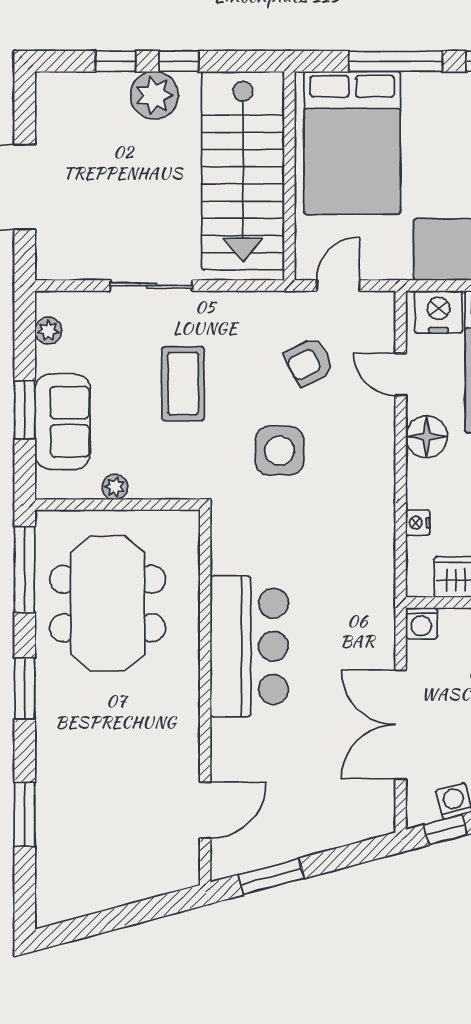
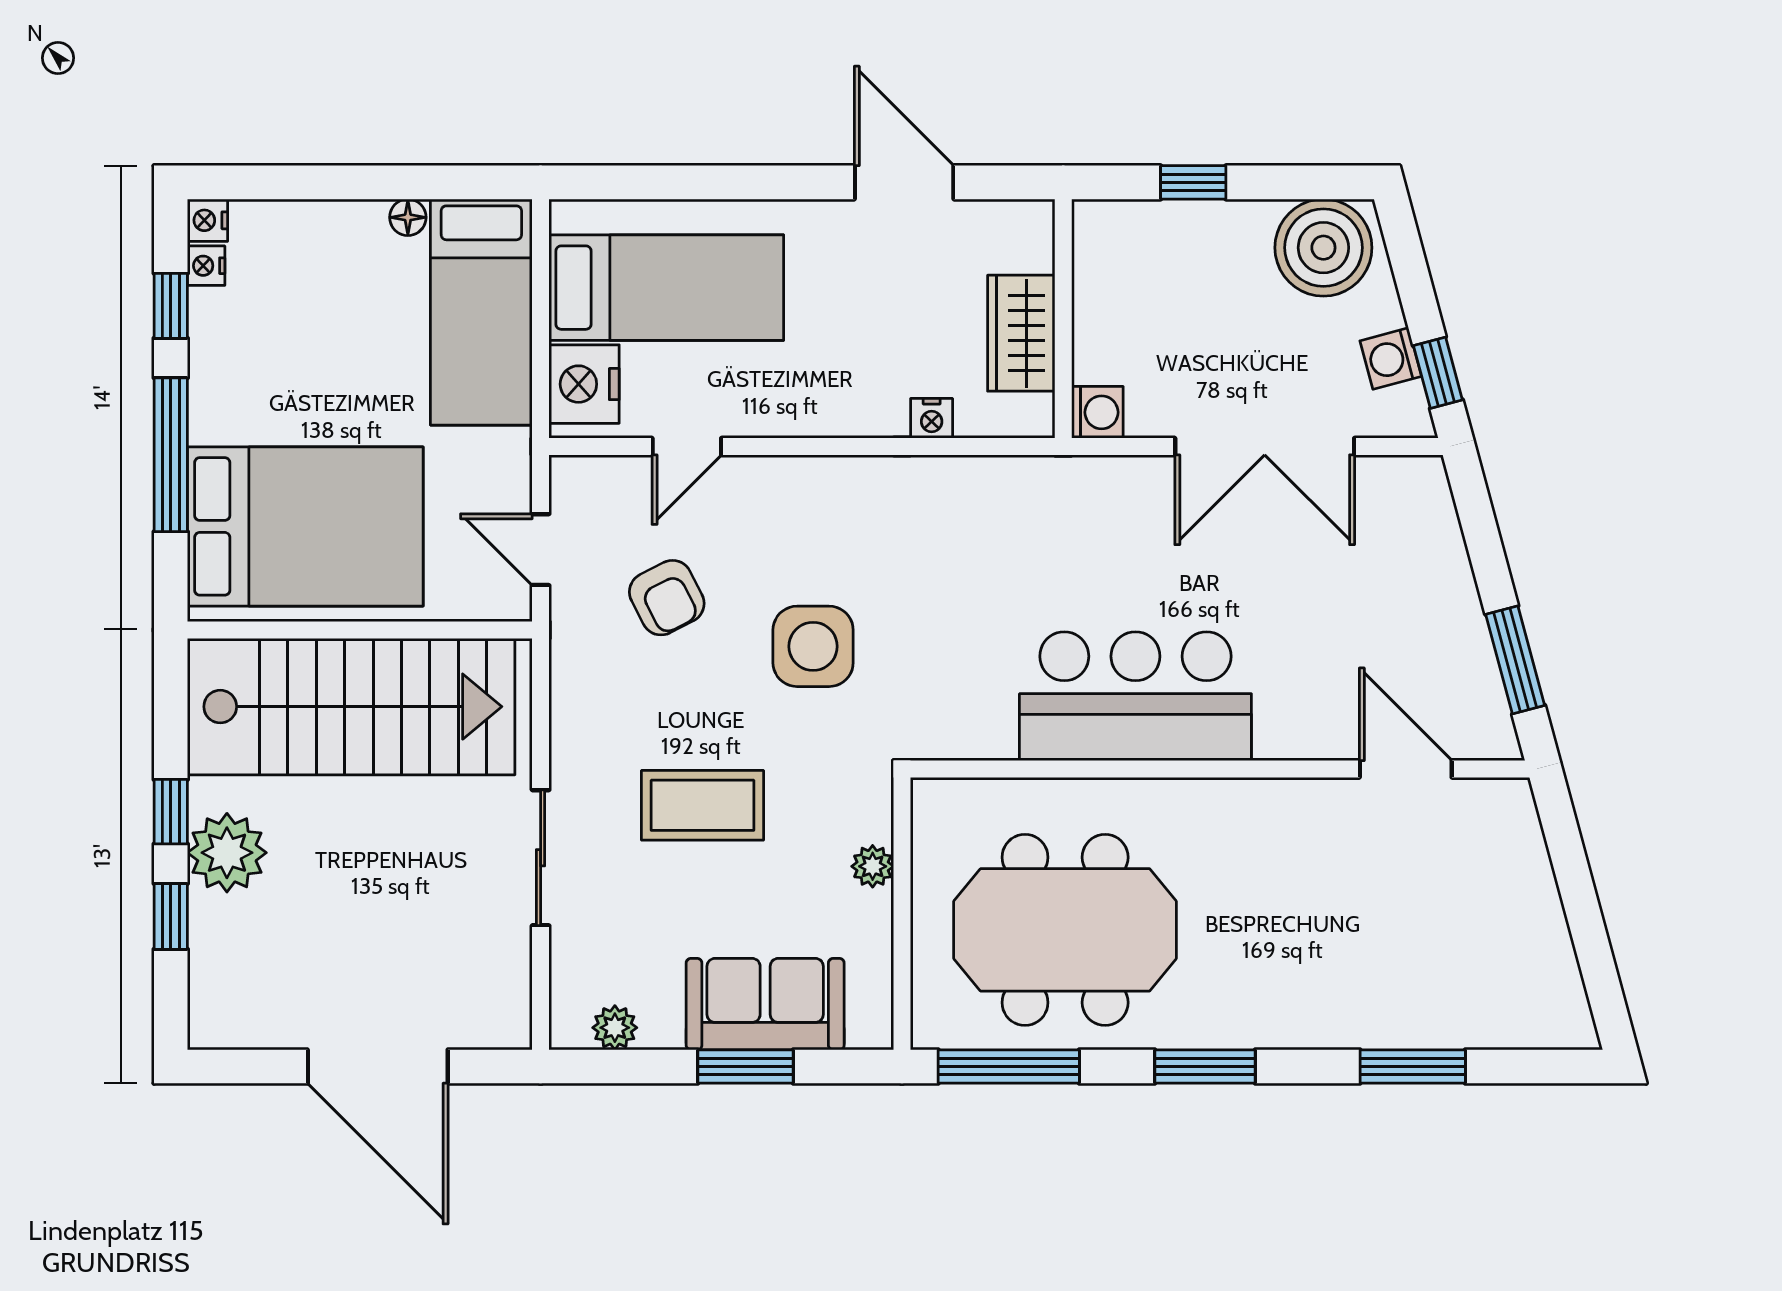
floor lamp: (427, 437) -> (790, 404), removed
plant: (115, 487) -> (873, 866), moved

